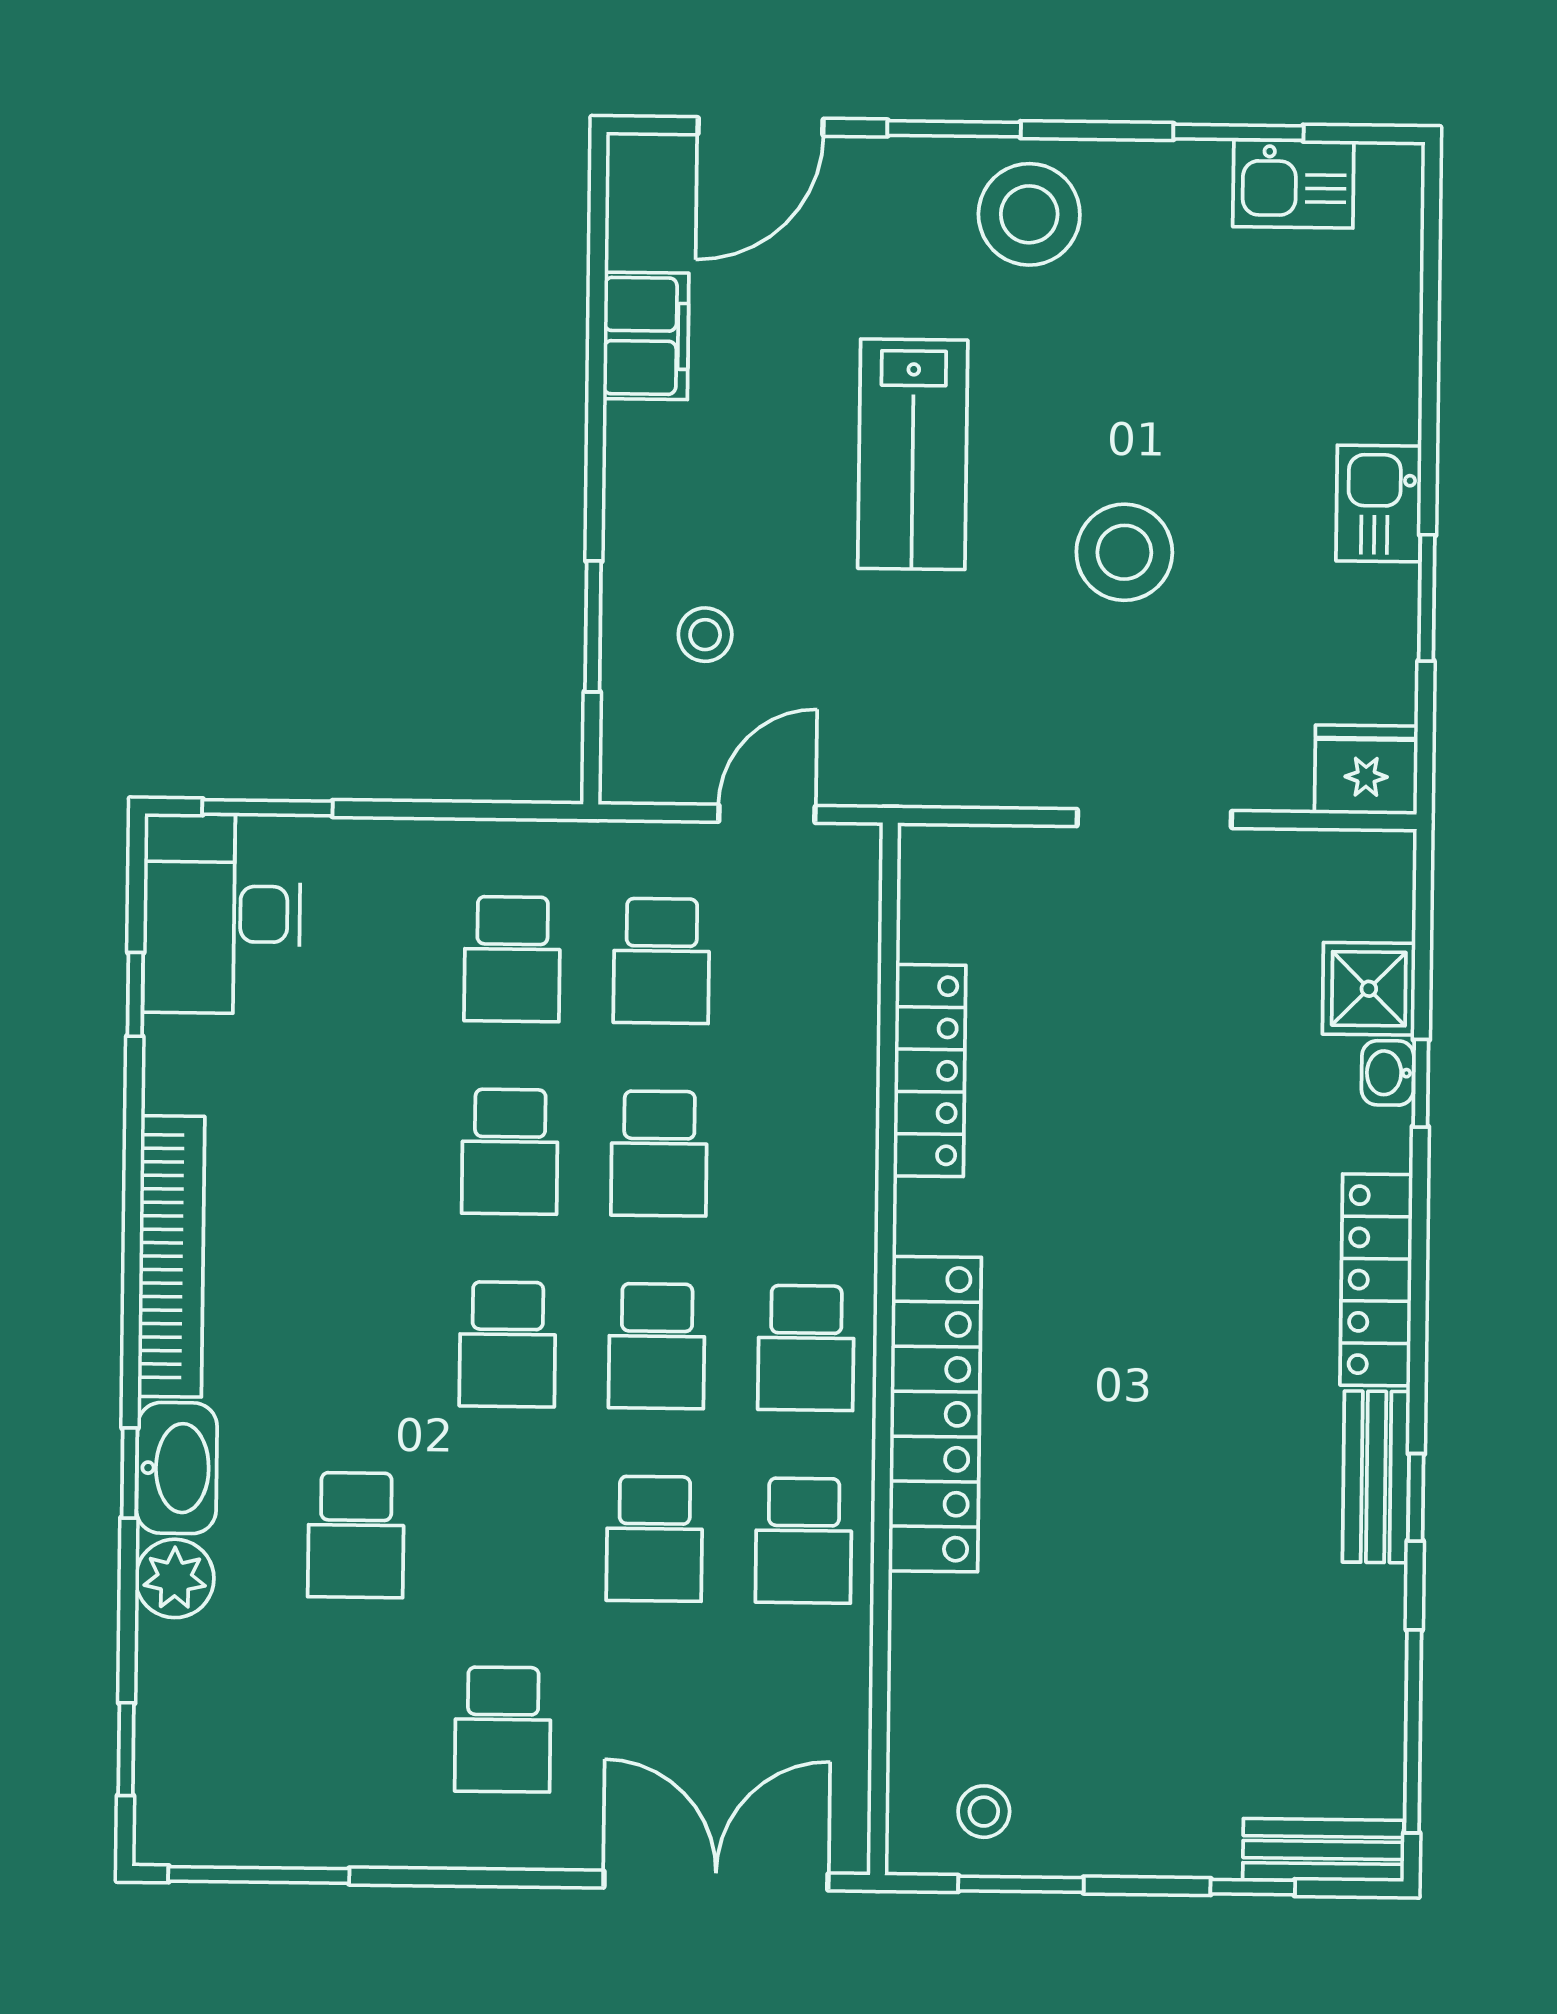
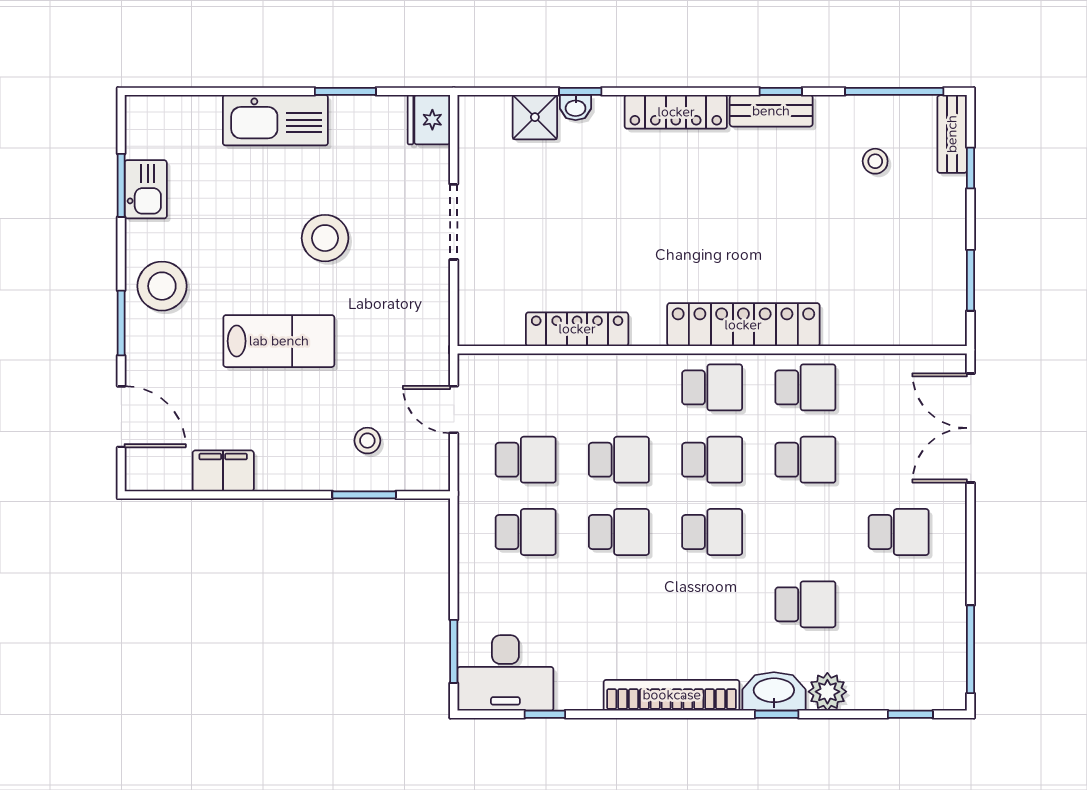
kitchen sink: (1293, 184) -> (146, 189), moved
kitchen sink: (1379, 504) -> (275, 120), width x1.87, depth x1.24
stool: (984, 1812) -> (875, 161), moved

